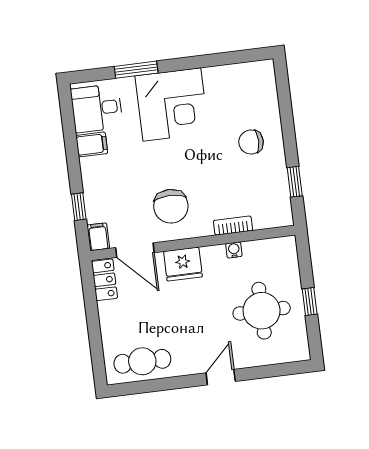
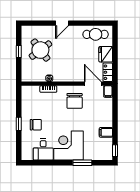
desk: (97, 108) -> (43, 150), moved, turned 90
window: (295, 182) -> (19, 124), moved
chair: (171, 206) -> (75, 101), turned 180
window: (79, 207) -> (115, 151), moved
fridge: (183, 264) -> (106, 54), moved, turned -90
round table: (262, 311) -> (40, 50), turned -37

